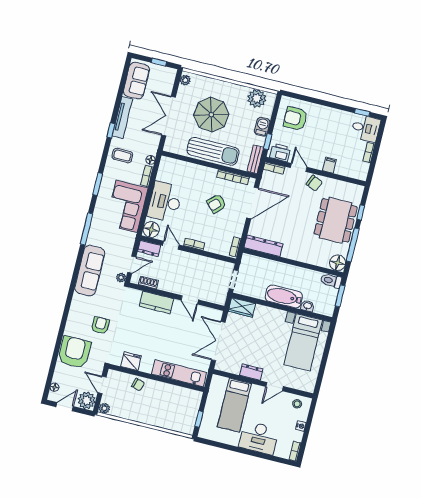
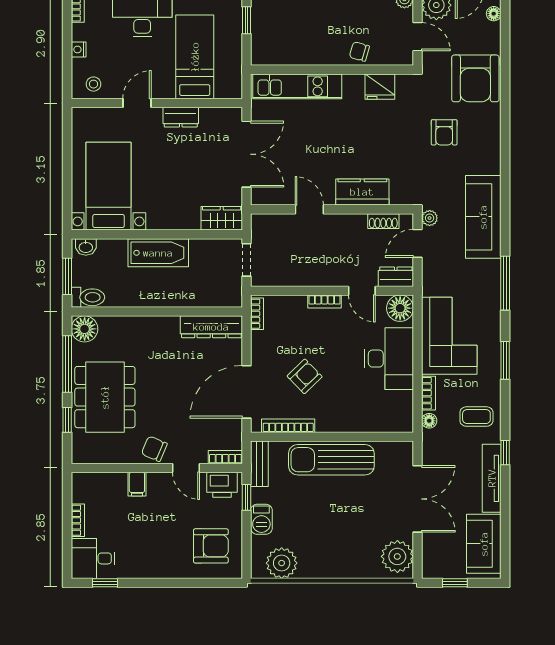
plant: (185, 80) -> (397, 556), width x1.88, depth x1.88
parasol: (211, 115) -> (349, 519), removed
washbasin: (307, 306) -> (86, 247), moved

